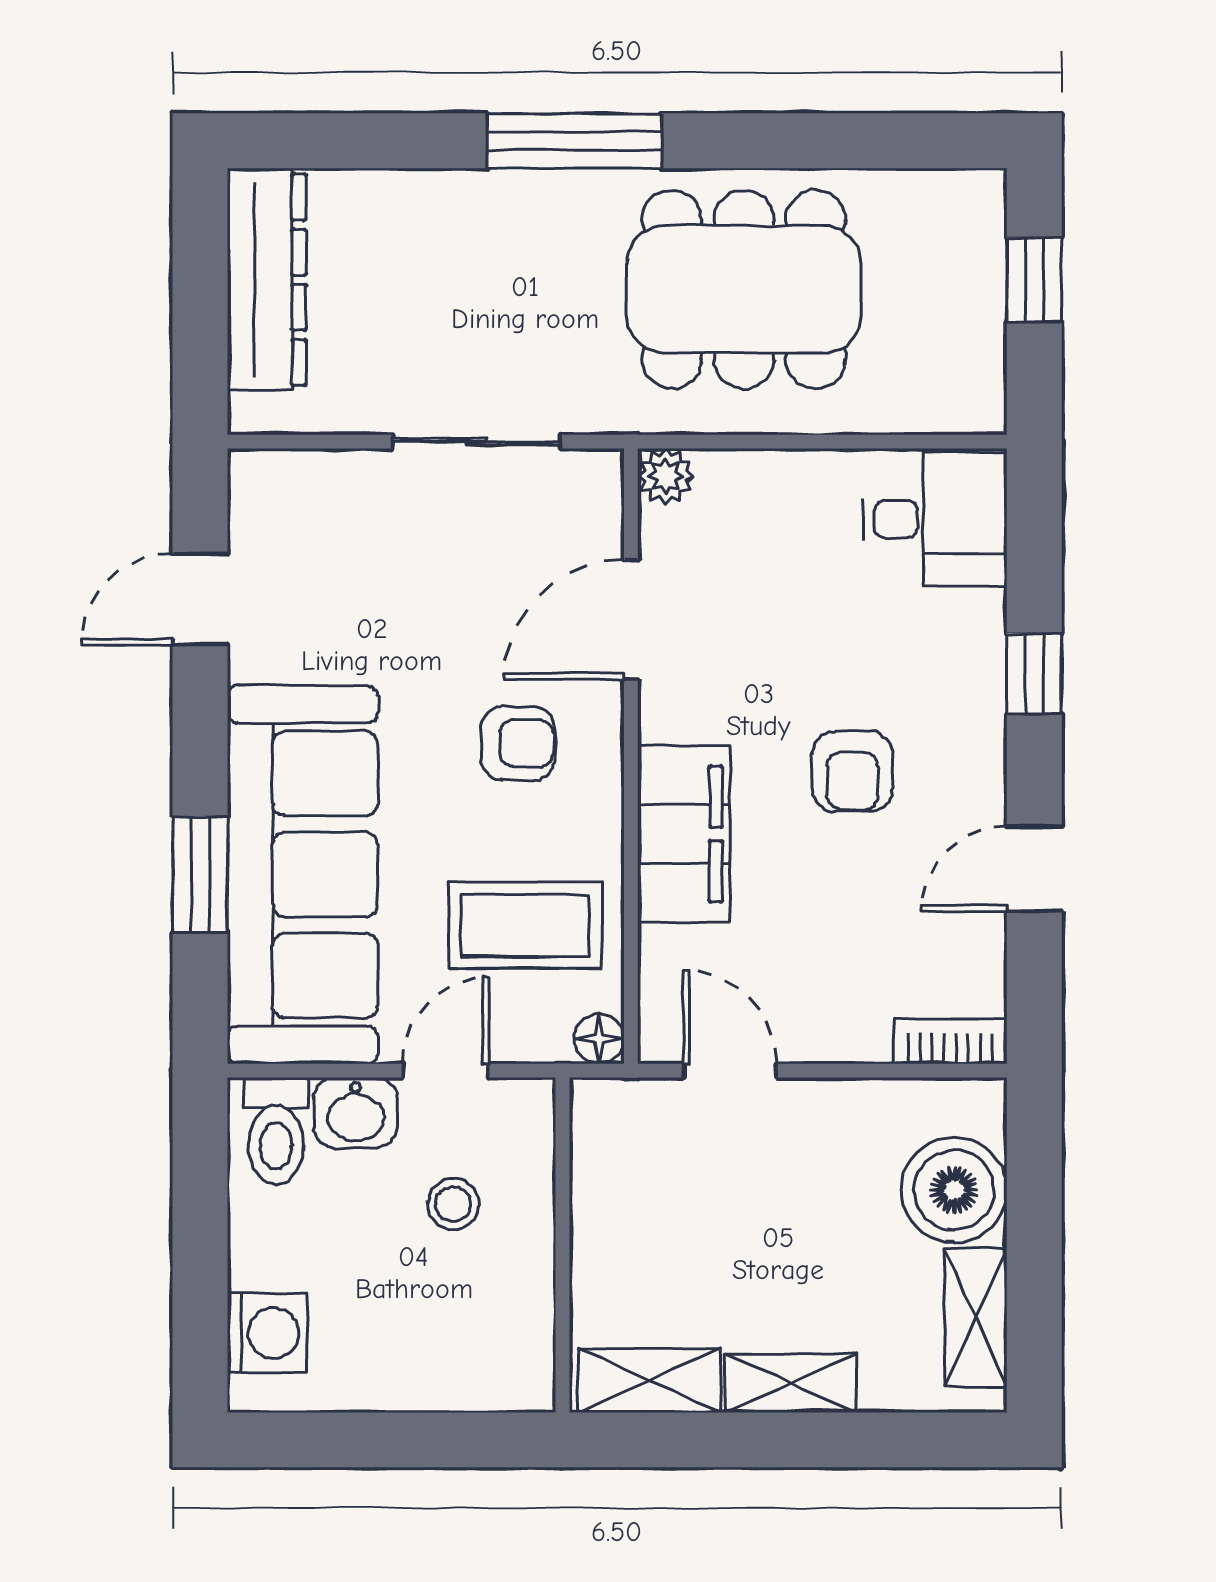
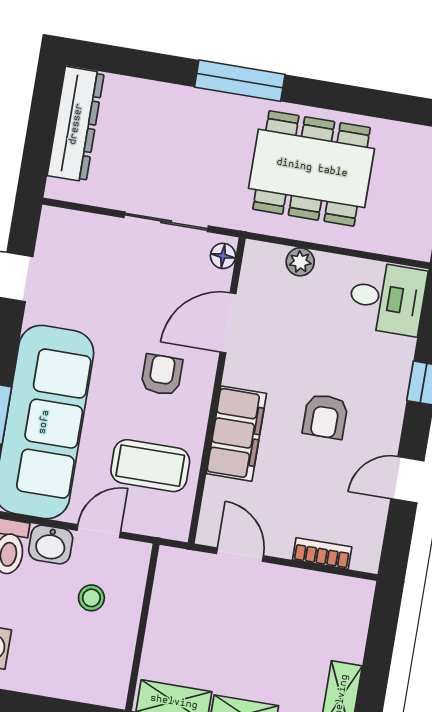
plant: (666, 476) -> (300, 262), moved
armchair: (518, 743) -> (162, 375), turned -90
floor lamp: (599, 1039) -> (223, 256), moved
bookcase: (950, 1041) -> (322, 553), moved
boiler: (954, 1190) -> (341, 632), removed

